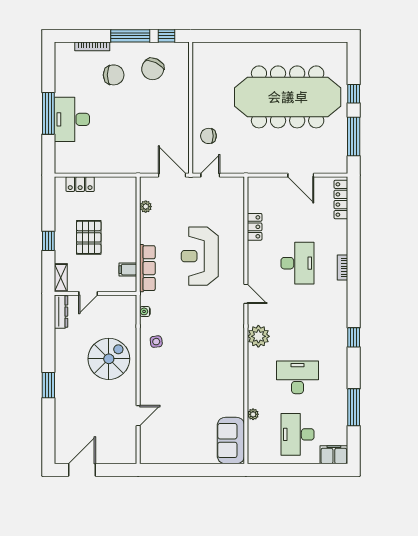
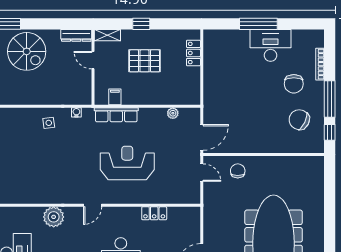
desk: (72, 119) -> (270, 45), moved
spiral stairs: (109, 359) -> (27, 51), moved

